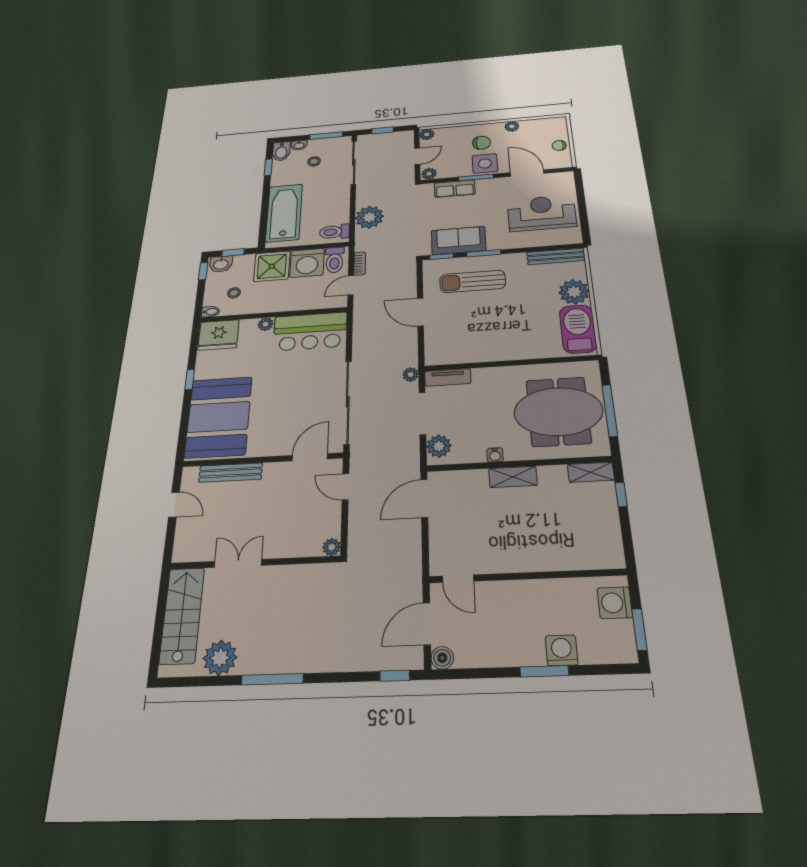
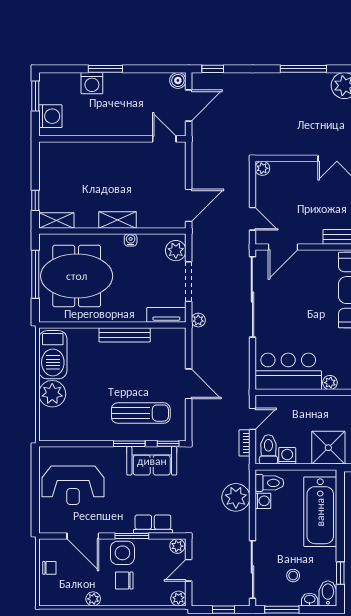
washing machine: (342, 217) -> (263, 501), added
bench: (556, 256) -> (125, 335), moved
washing machine: (307, 263) -> (287, 456), width x0.53, depth x0.53

